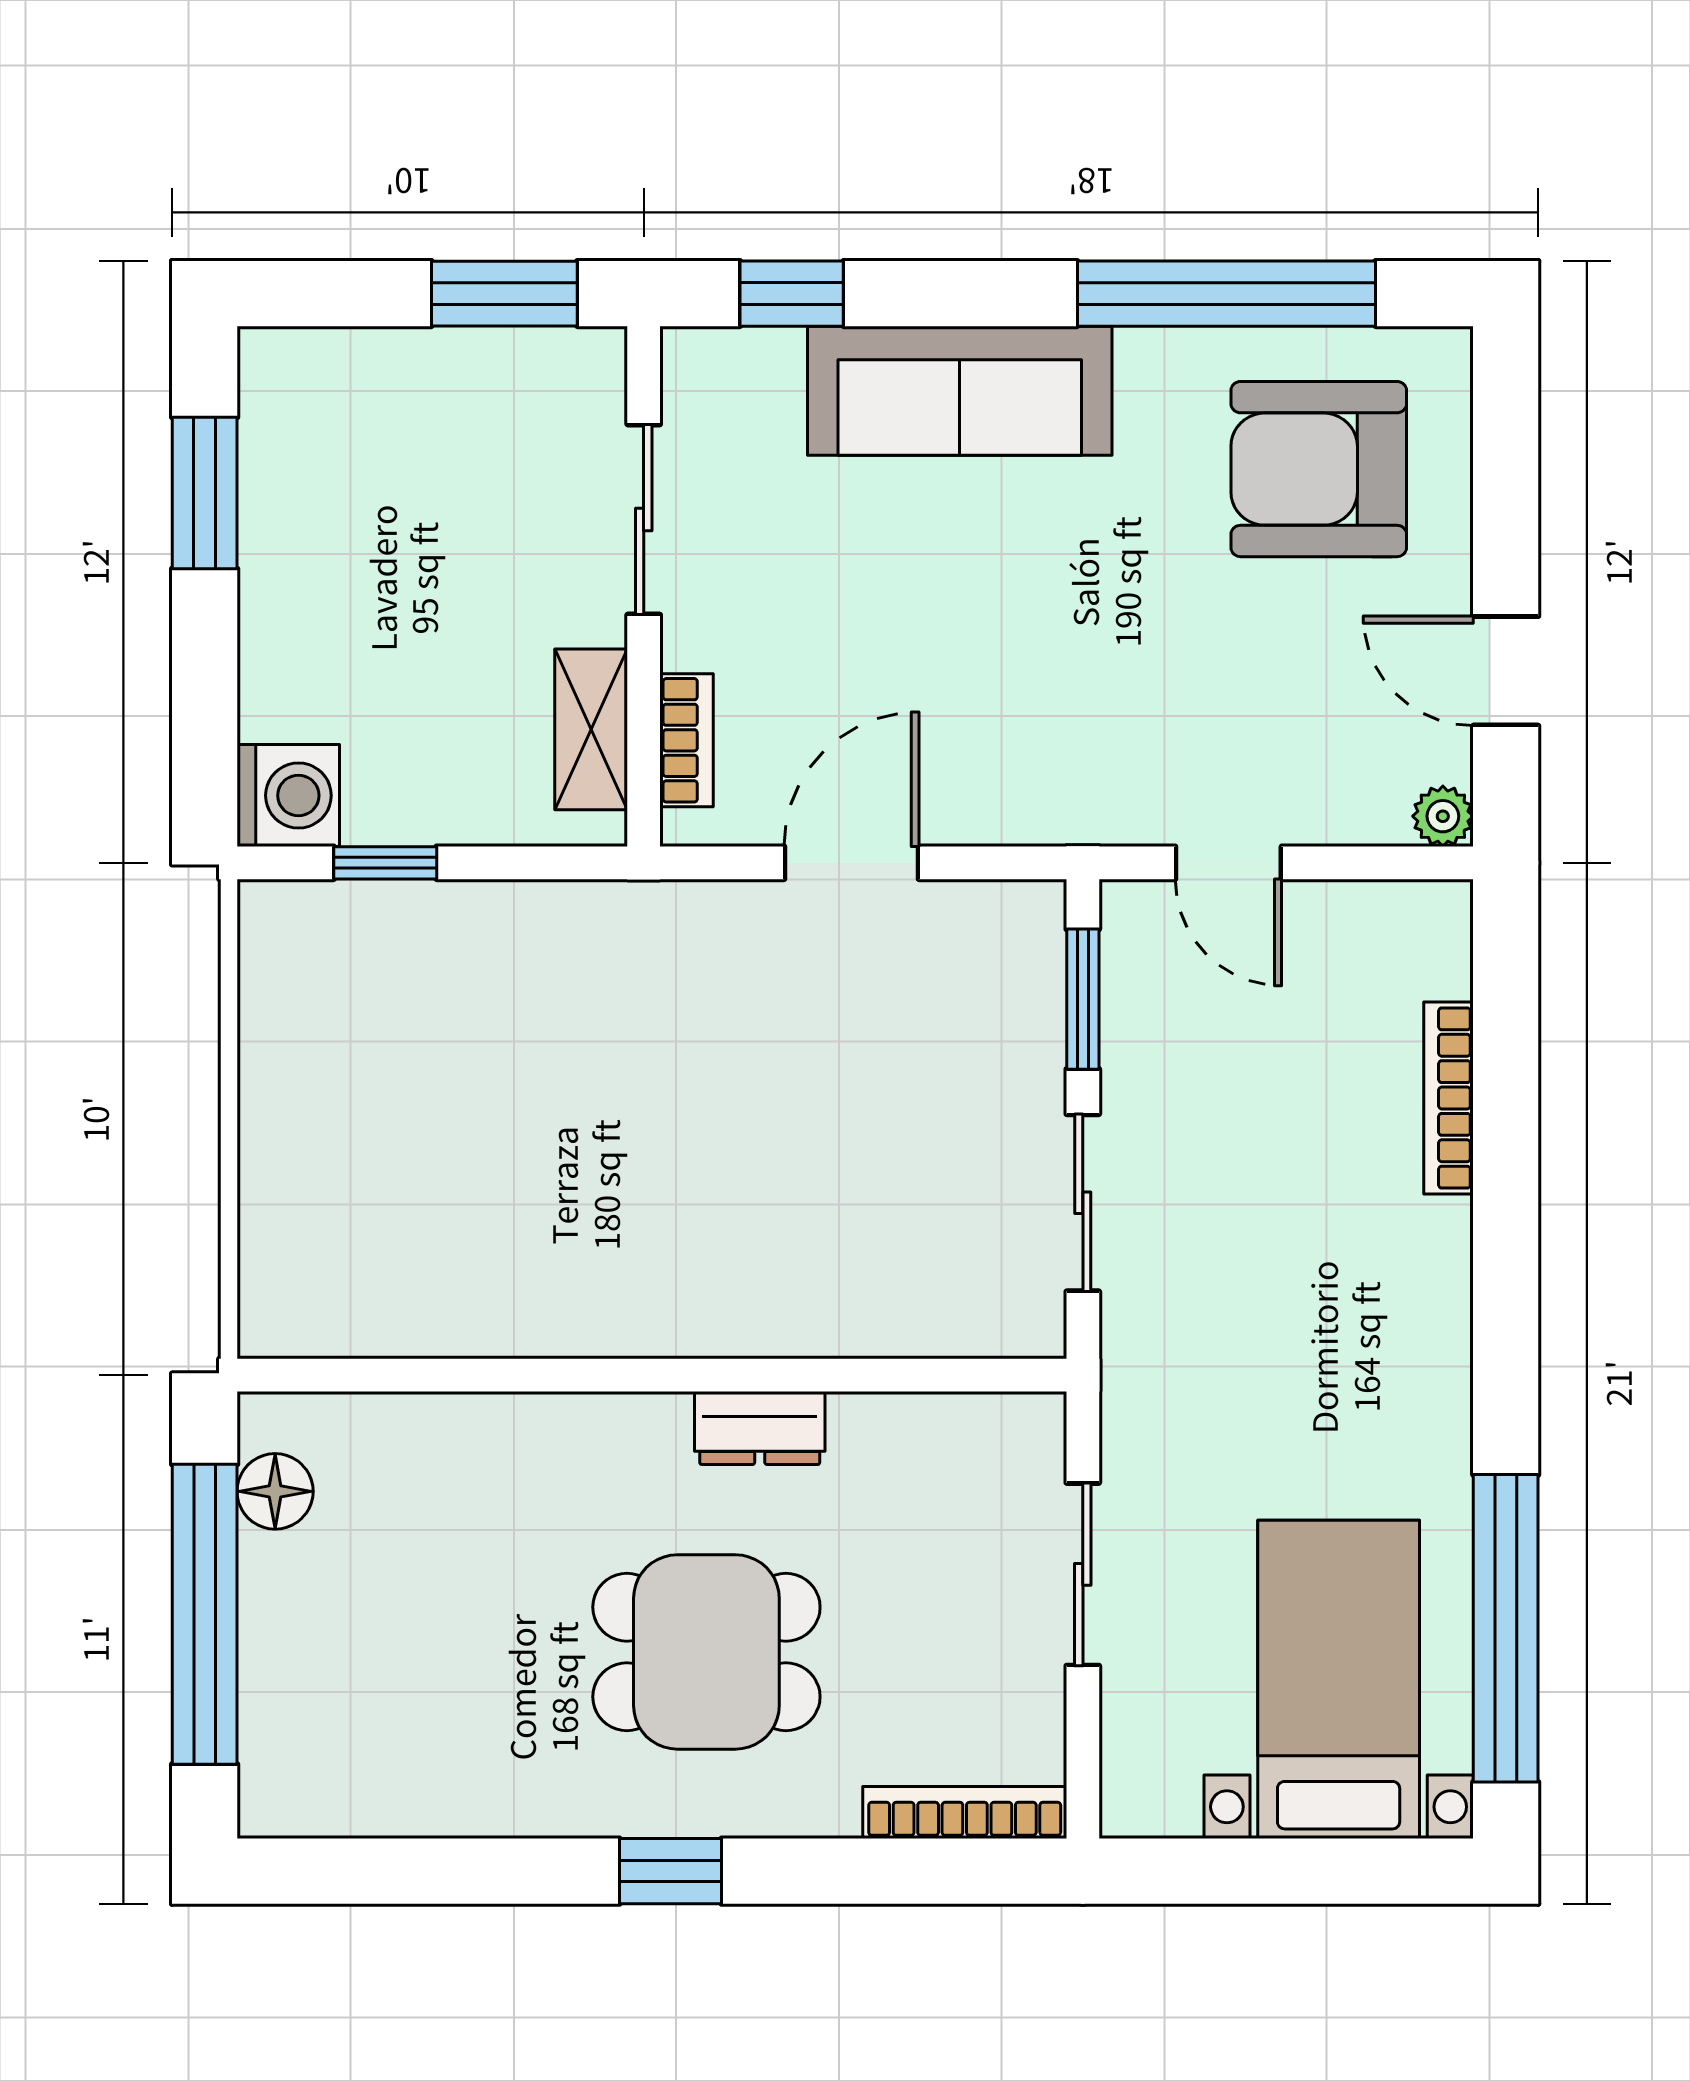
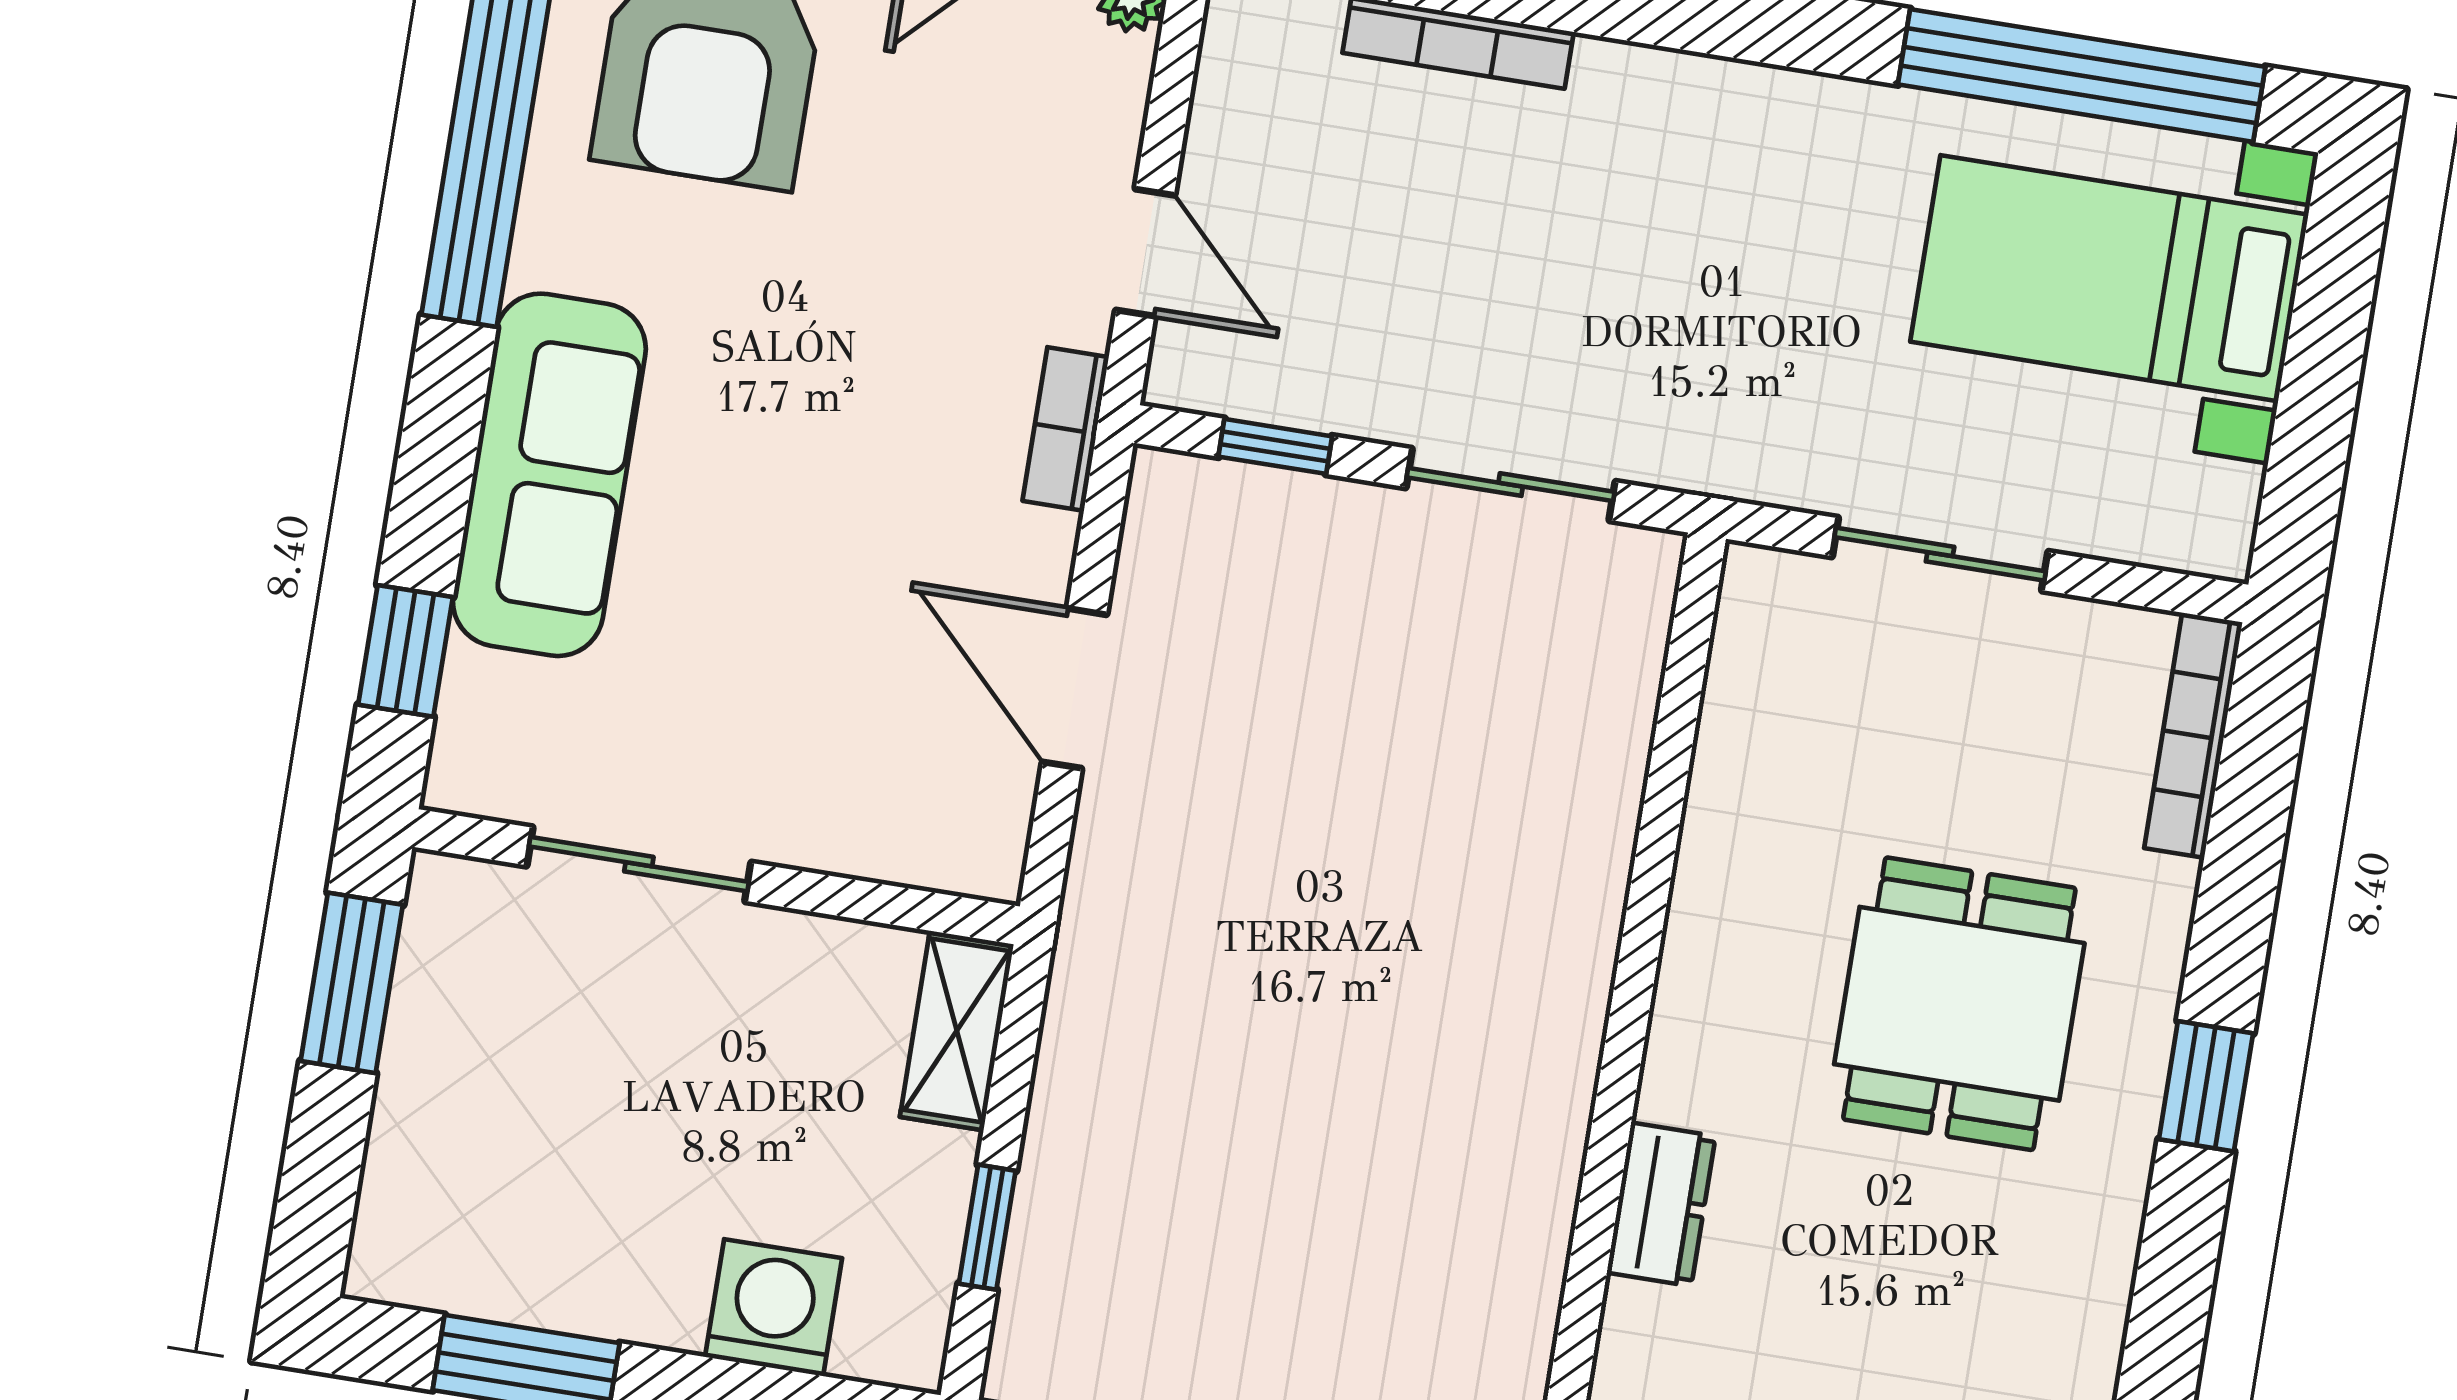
shelving: (591, 729) -> (957, 1031), moved, turned 90
bookcase: (687, 740) -> (1066, 429), moved, turned -90
washing machine: (288, 795) -> (774, 1308), moved
door: (1228, 863) -> (1145, 253), hinge flipped
window: (1083, 999) -> (1275, 446), width x0.67
dresser: (760, 1428) -> (1661, 1204), moved

